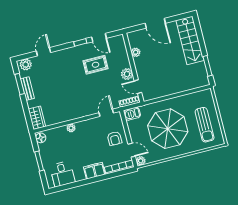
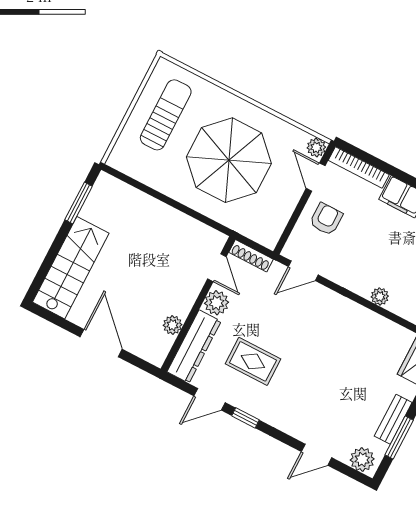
door: (99, 38) -> (210, 399), swing flipped
dresser: (121, 51) -> (194, 347), added
barbecue: (132, 114) -> (264, 233), removed

